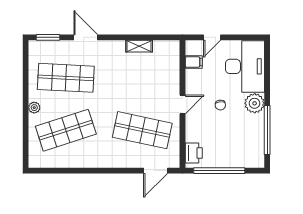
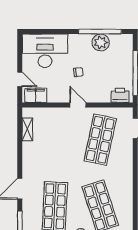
shelving: (139, 46) -> (27, 129), moved
filing cabinet: (194, 62) -> (36, 95), width x2.00
plant: (255, 103) -> (101, 42), moved

